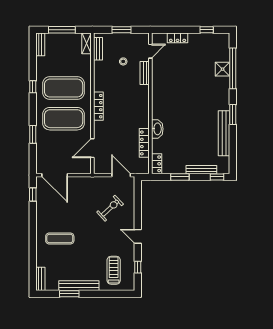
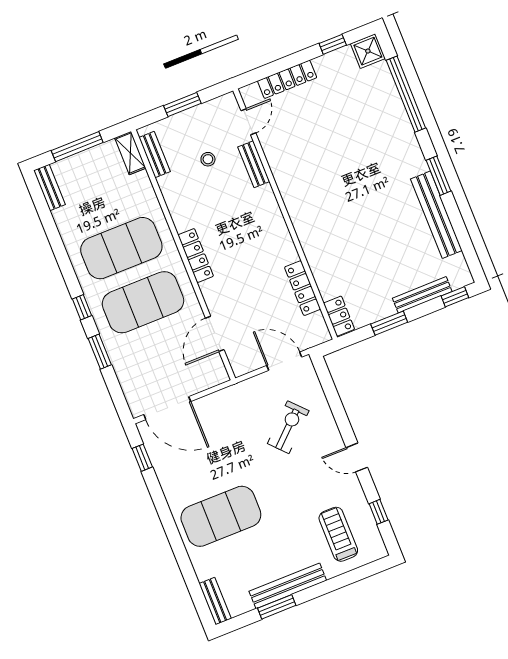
locker: (178, 38) -> (287, 79), width x1.53
shower: (223, 69) -> (368, 51), moved
window: (33, 87) -> (82, 307), moved
washbasin: (157, 129) -> (316, 254), removed
exercise mat: (60, 239) -> (221, 516), width x2.00, depth x1.45

